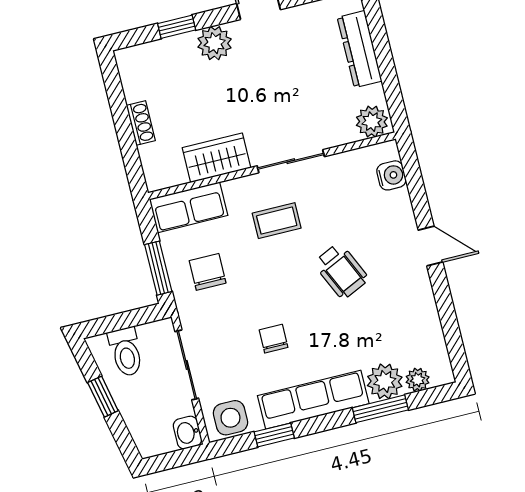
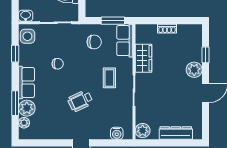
window: (158, 268) -> (113, 21), moved
row of seats: (313, 400) -> (27, 83), width x0.68

